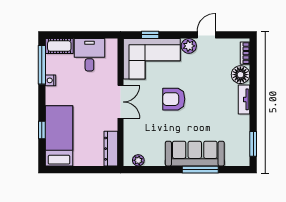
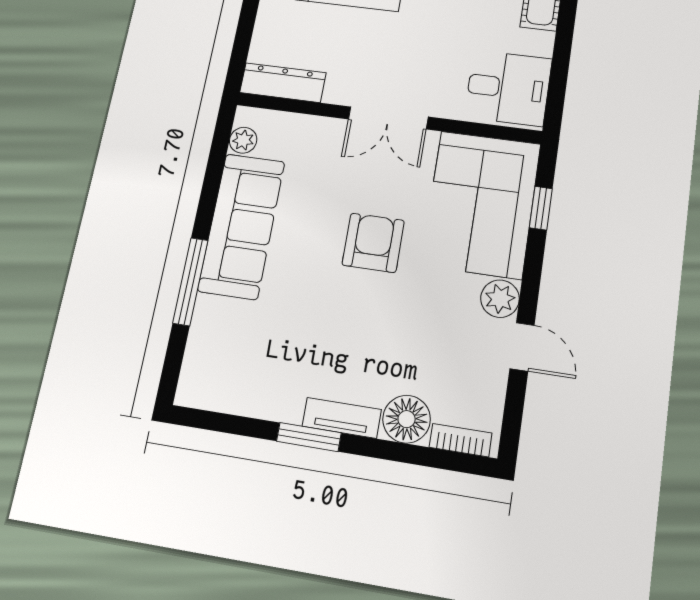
desk: (89, 55) -> (508, 88), moved
window: (253, 144) -> (309, 437), moved
sofa: (195, 154) -> (242, 226), moved

